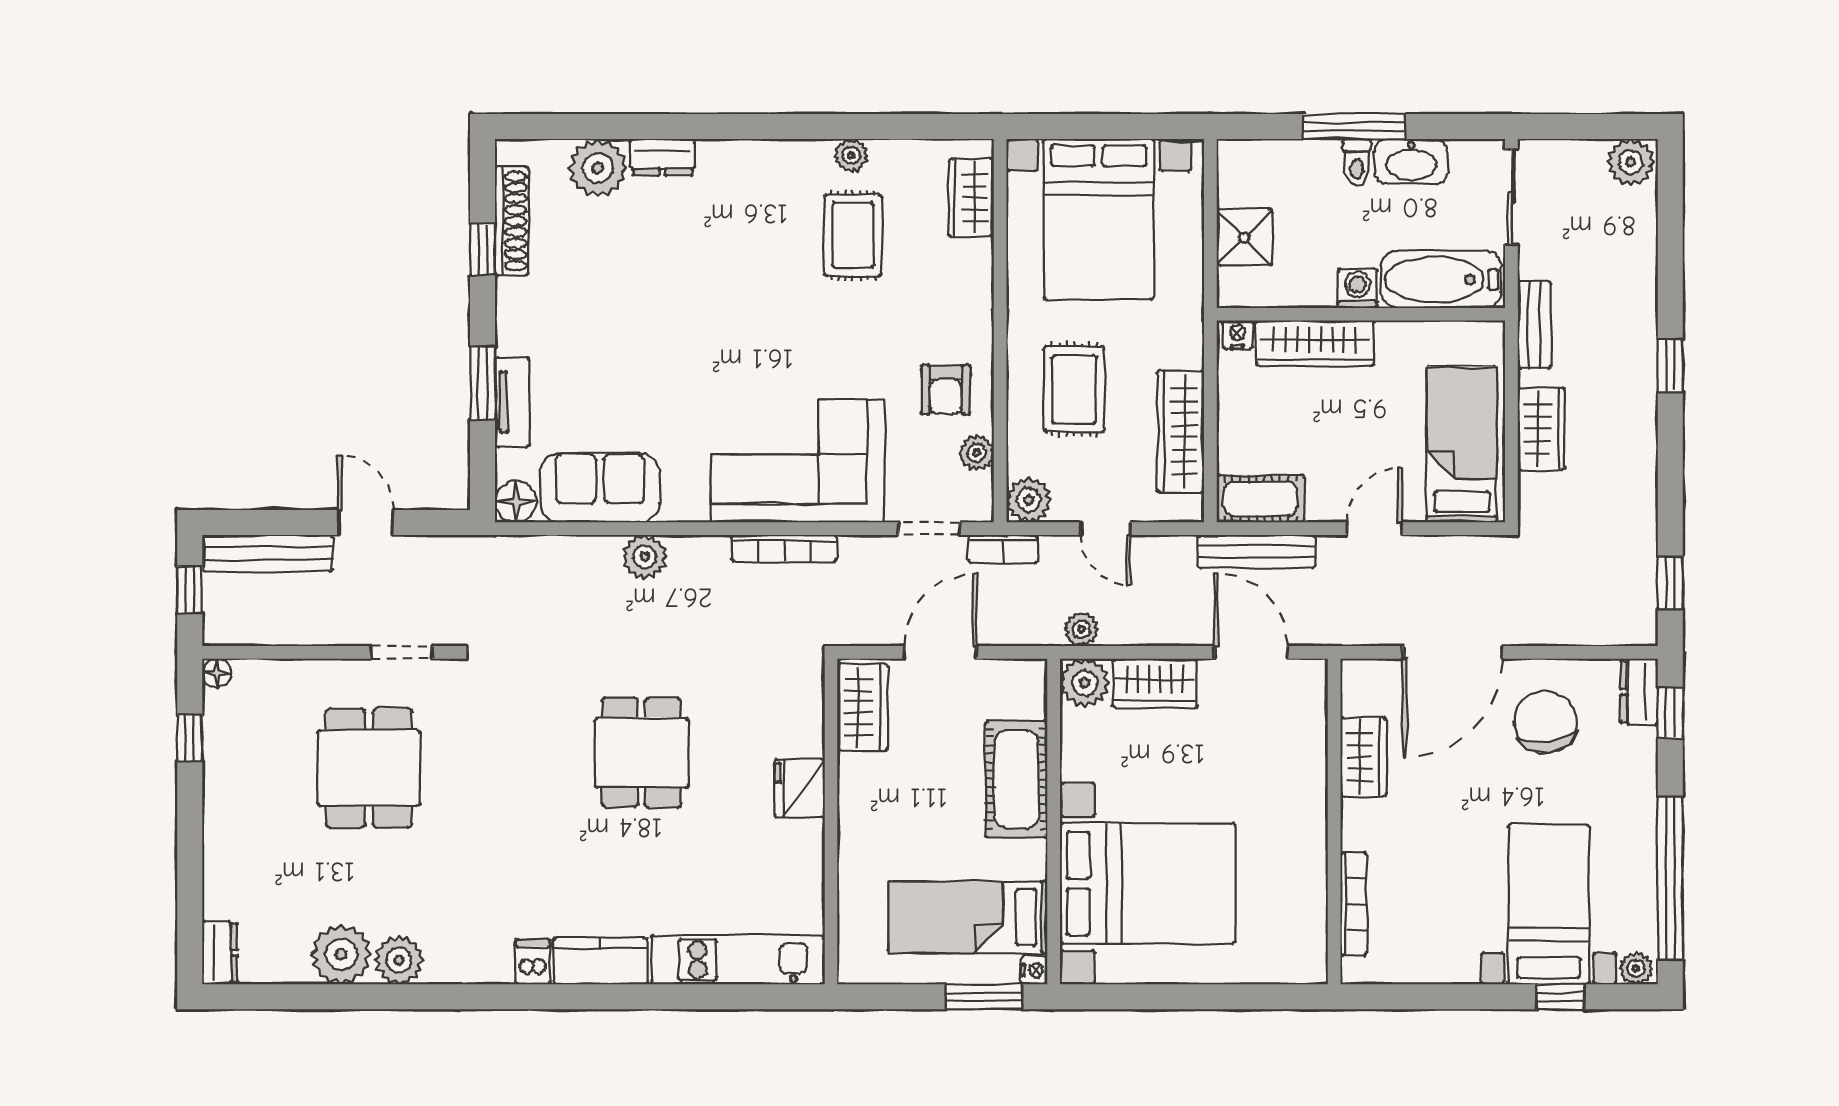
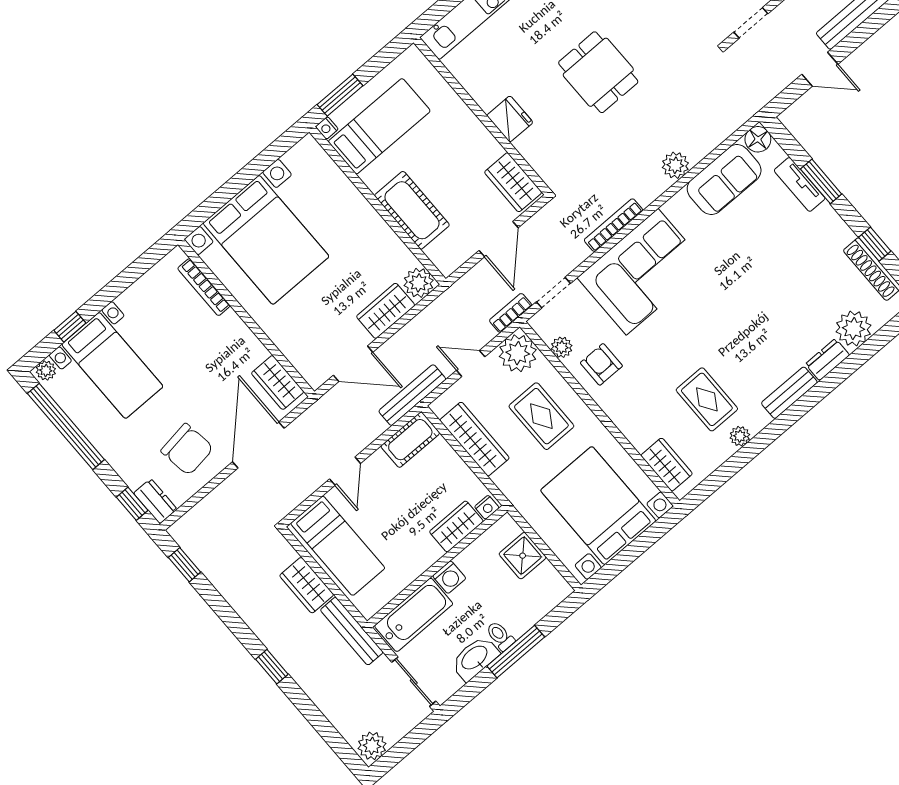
bench: (744, 157) -> (789, 393), added
bench: (1534, 325) -> (352, 631), width x1.36
wardrobe: (1315, 343) -> (456, 526), width x0.67
plant: (1029, 500) -> (518, 353), width x1.36, depth x1.36
bench: (1257, 551) -> (412, 395), moved
plant: (1081, 629) -> (442, 307), removed
wardrobe: (1363, 757) -> (278, 382), moved
bed with nightstands: (1148, 884) -> (266, 240), moved, turned -90

